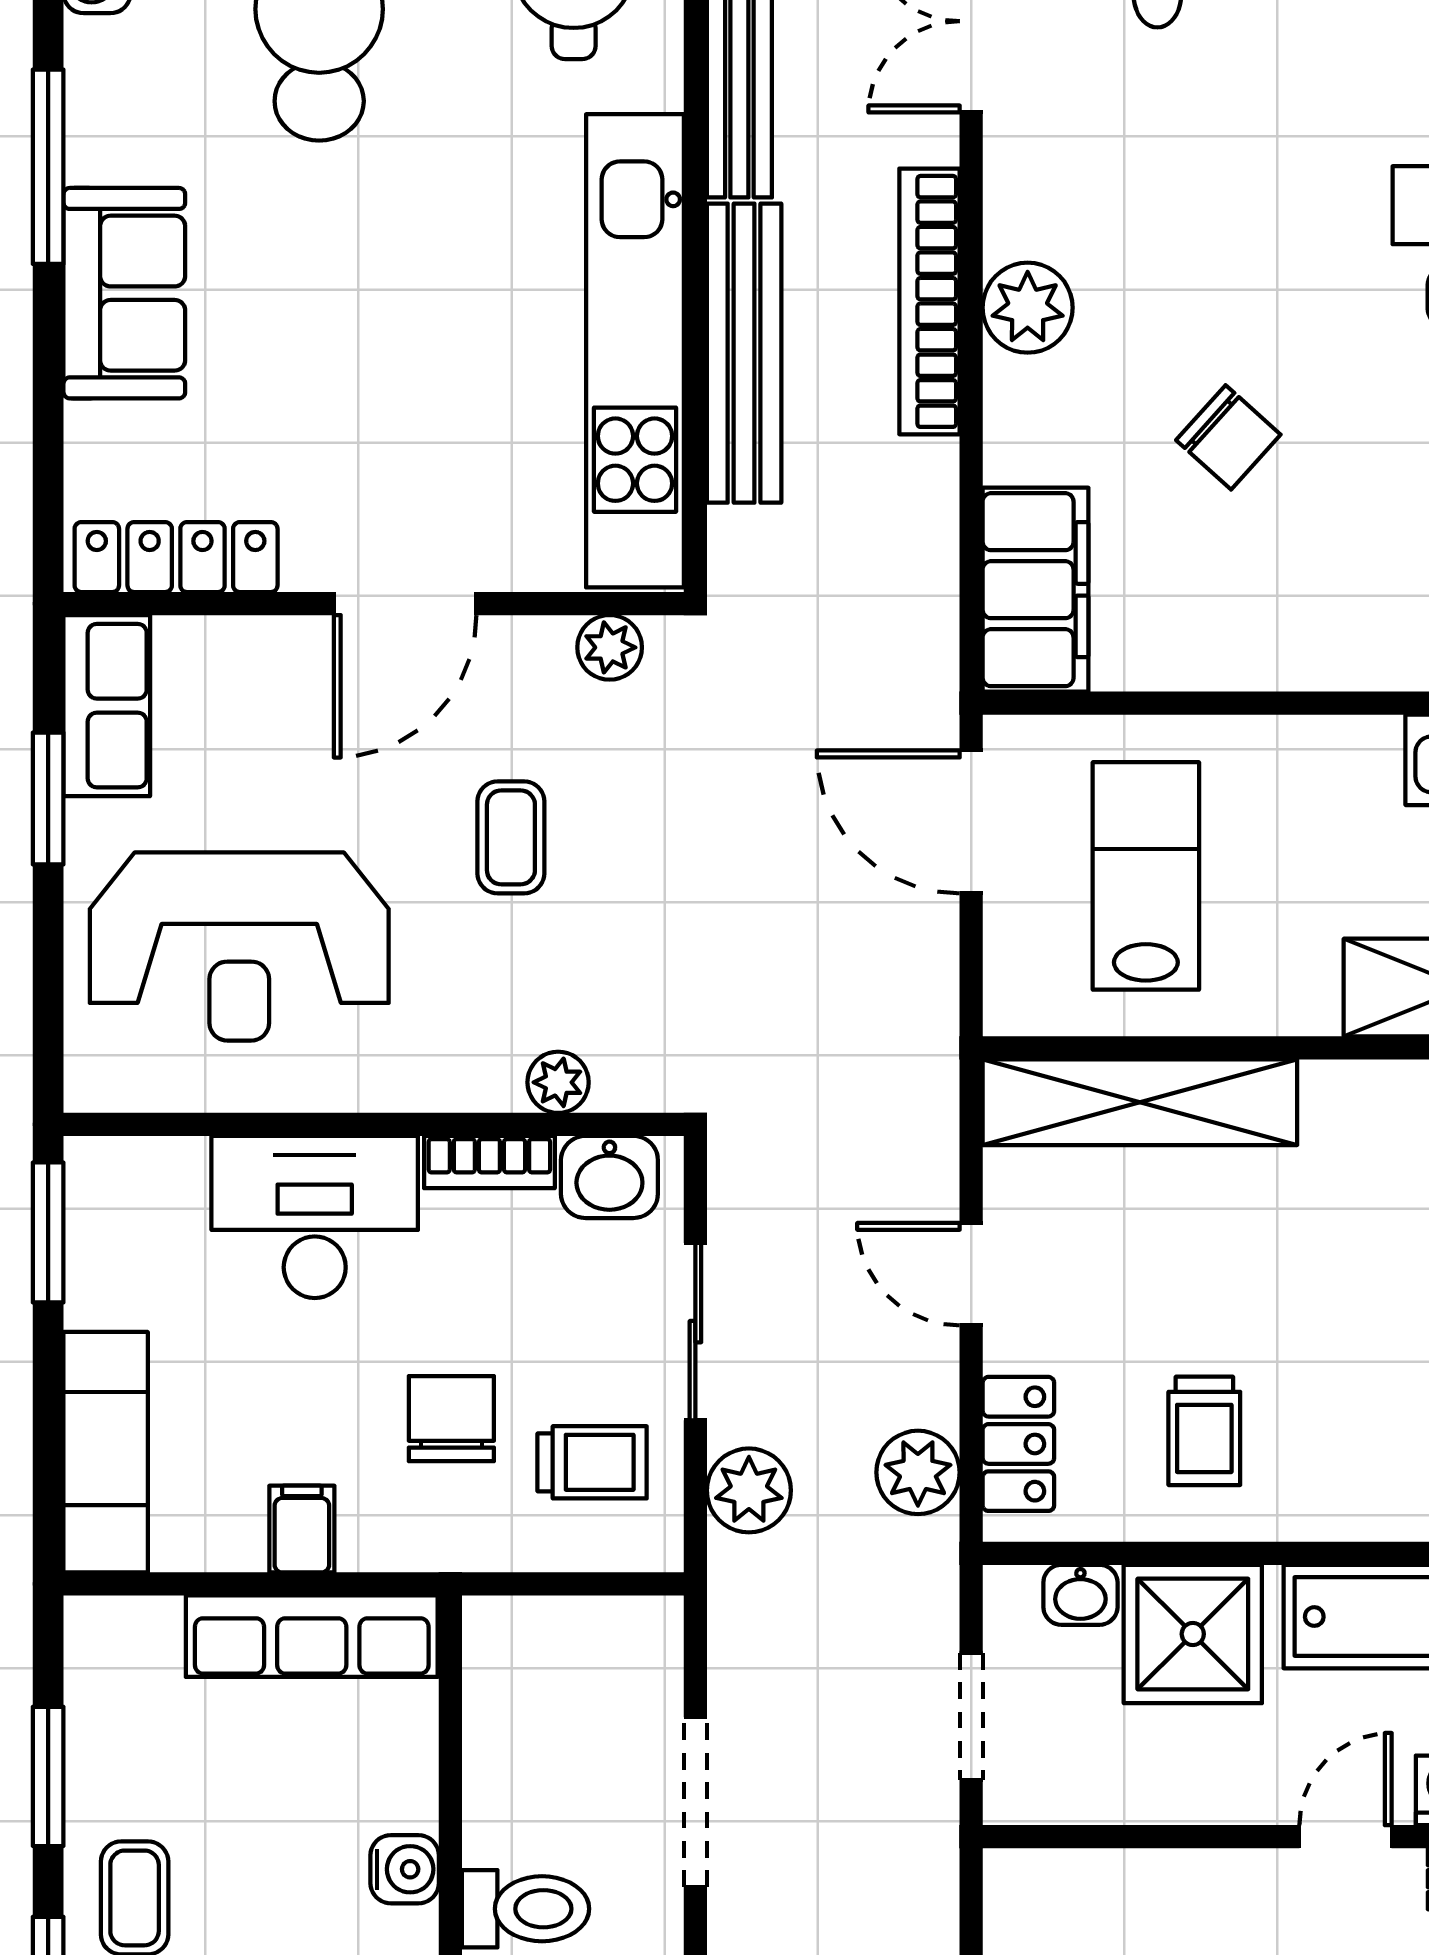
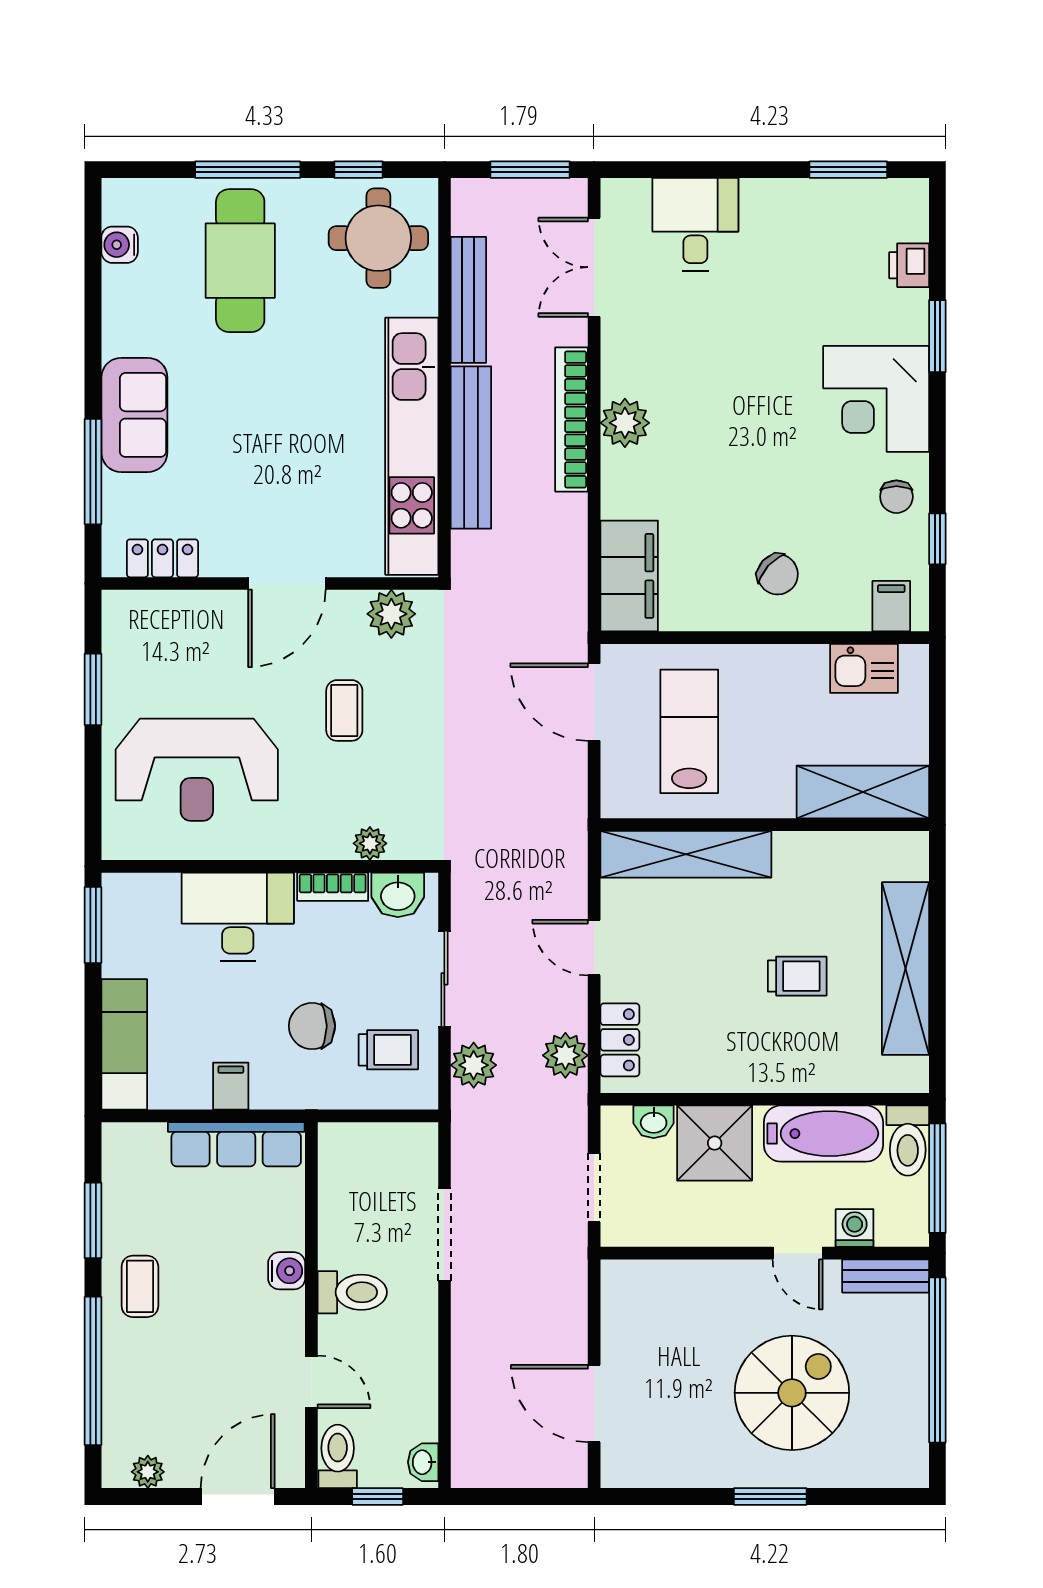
window: (48, 167) -> (93, 472), moved
chair: (1228, 437) -> (778, 574), moved
locker: (176, 557) -> (162, 558), width x0.66
plant: (610, 647) -> (391, 614), width x1.38, depth x1.38
row of seats: (107, 706) -> (125, 639), removed
chair: (451, 1419) -> (312, 1026), turned -90
trolley: (1204, 1431) -> (797, 976), moved, turned -90
door: (1346, 1837) -> (798, 1253), swing flipped

